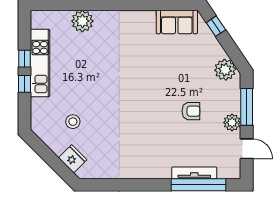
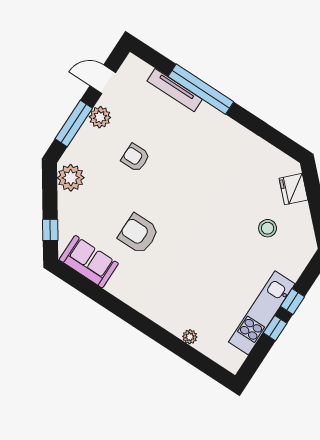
plant: (82, 21) -> (190, 337), width x0.53, depth x0.53
armchair: (156, 62) -> (138, 234), added
door: (247, 149) -> (103, 79), hinge flipped
window: (199, 185) -> (201, 89), moved

